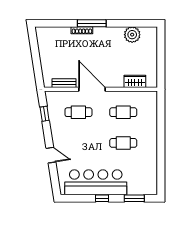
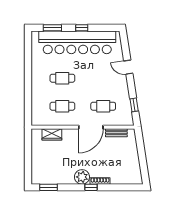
window: (92, 23) -> (91, 187), width x0.46
window: (138, 23) -> (49, 187), added
plant: (132, 35) -> (82, 177), moved
door: (92, 89) -> (91, 127), hinge flipped
bar counter: (96, 182) -> (77, 42), width x1.36

